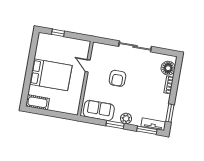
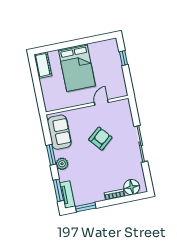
armchair: (117, 78) -> (100, 138), turned 140

